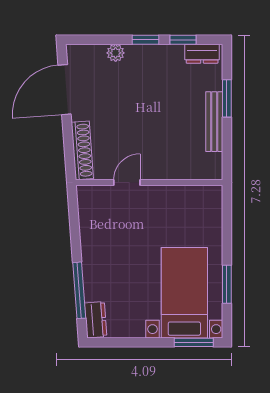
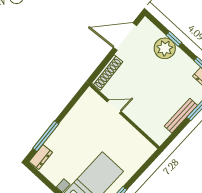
window: (146, 40) -> (174, 39), moved
plant: (116, 53) -> (165, 48), width x1.87, depth x1.87

